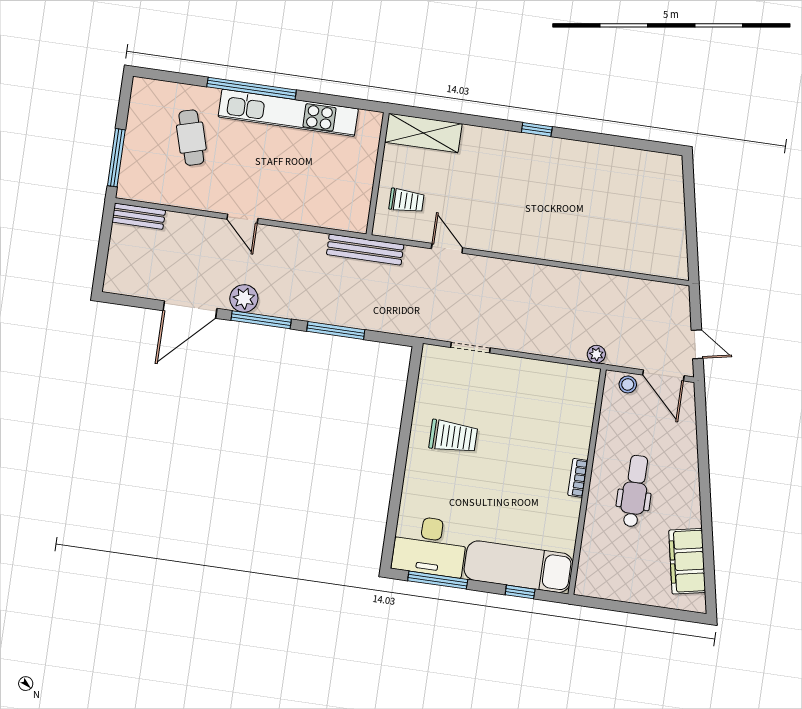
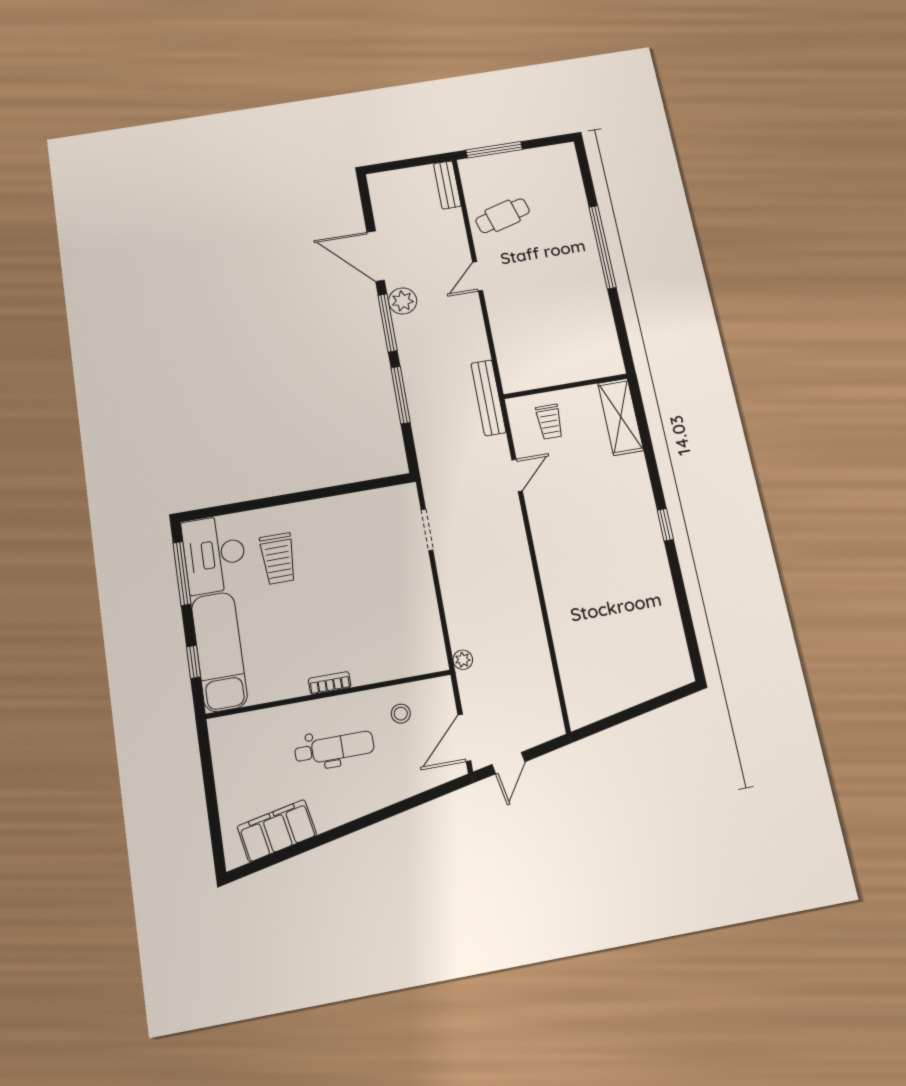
kitchen unit: (288, 113) -> (592, 287), removed
cafe table: (191, 138) -> (503, 216), moved
stool: (628, 384) -> (401, 714), moved
trolley: (453, 437) -> (278, 559), moved

